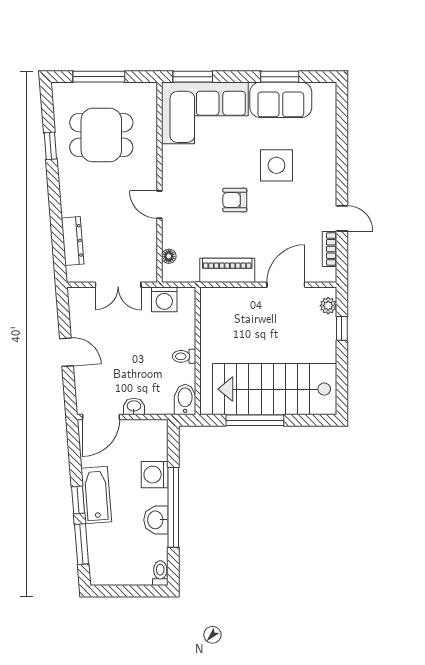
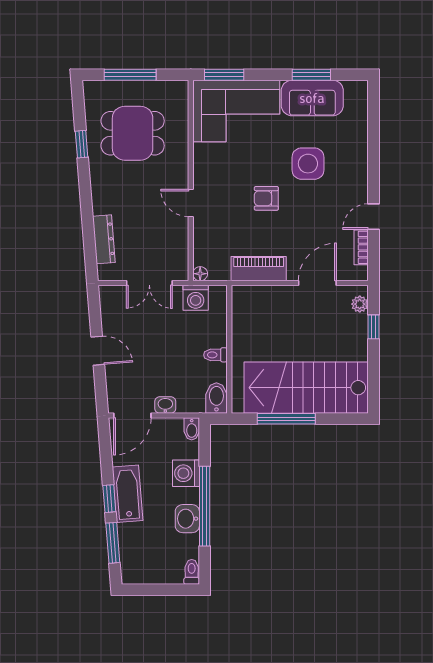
door: (342, 218) -> (373, 217), swing flipped
floor lamp: (169, 256) -> (200, 274), moved
bidet: (160, 430) -> (192, 429), added

